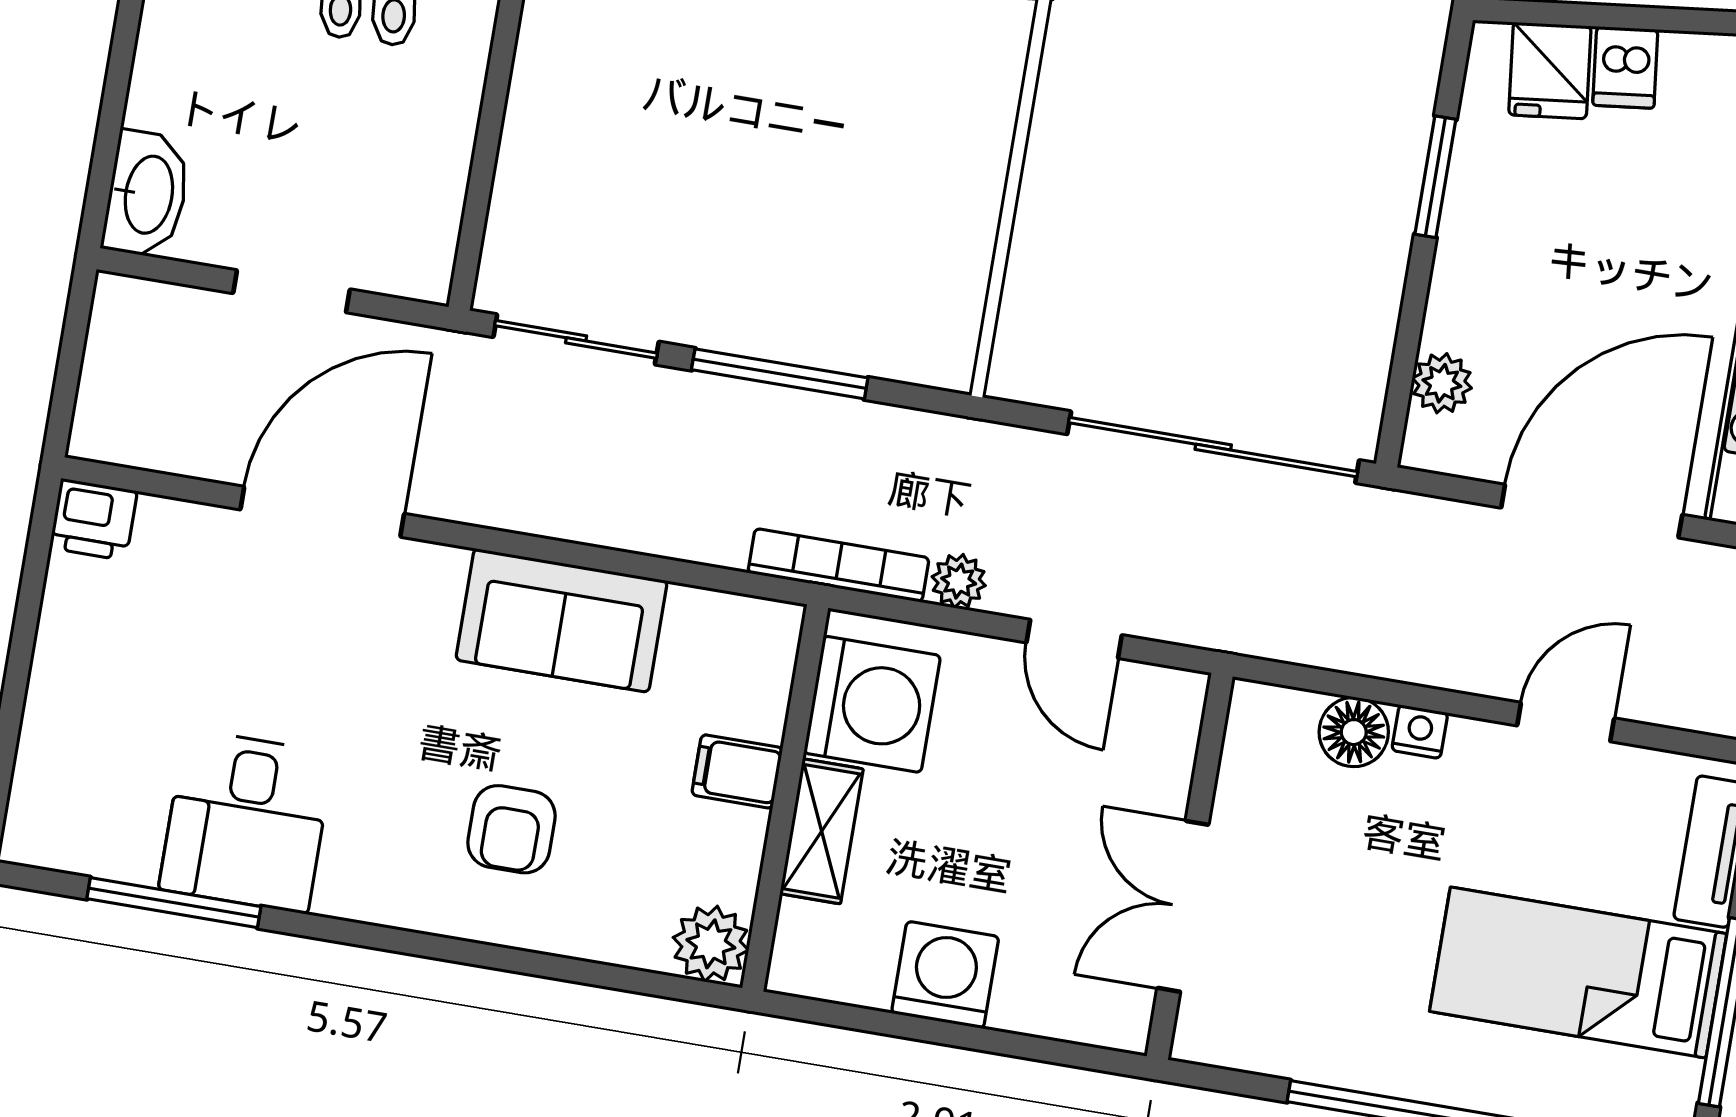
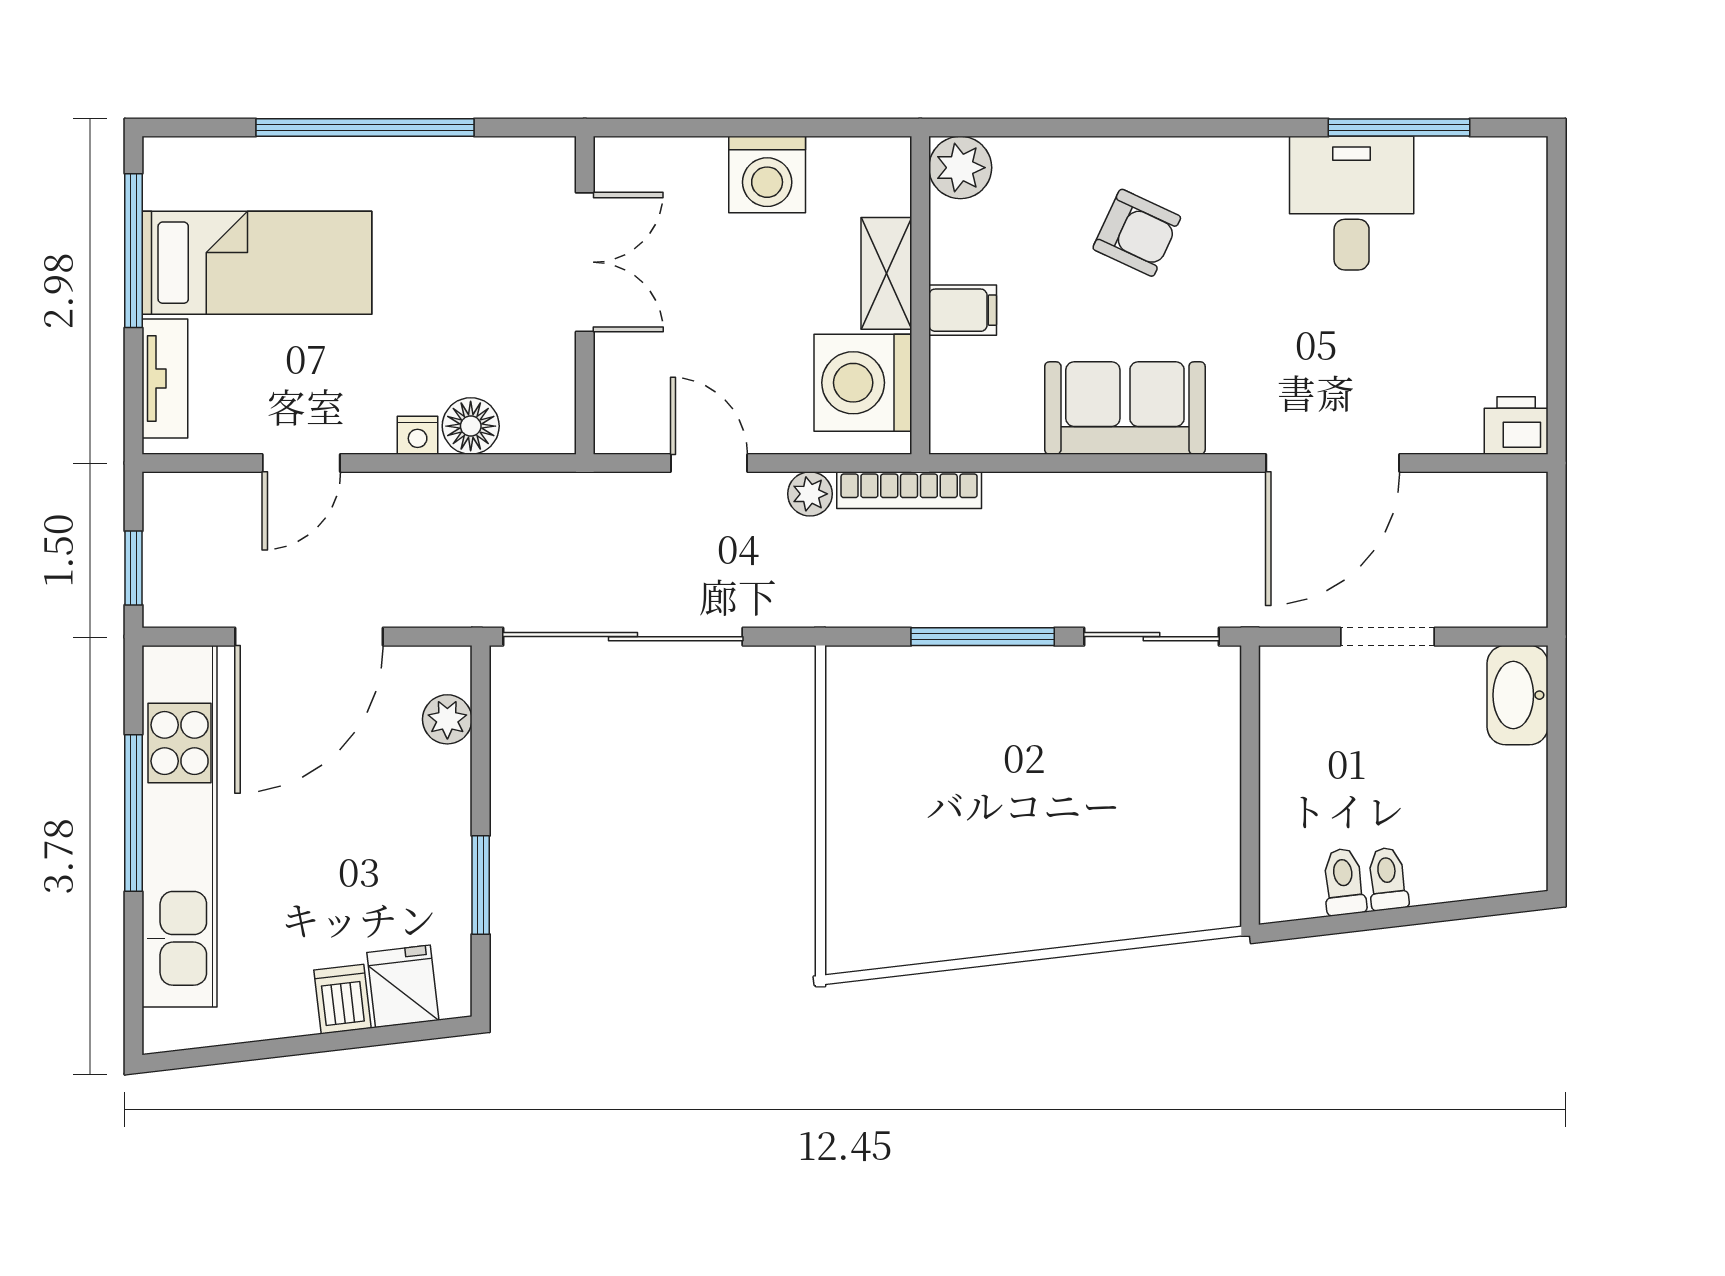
armchair: (511, 829) -> (1137, 233), turned 115

